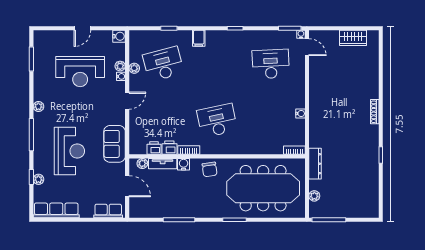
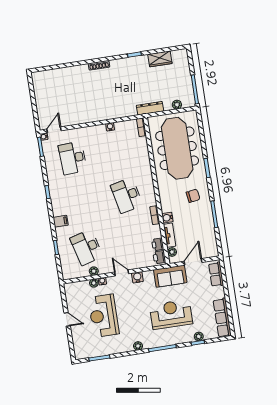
water cooler: (119, 36) -> (137, 277), moved
wardrobe: (353, 38) -> (160, 59), moved, turned 90
reception desk: (80, 72) -> (104, 316), turned 180
sofa: (114, 144) -> (170, 276), moved
printer: (169, 148) -> (159, 257), moved
chair: (210, 169) -> (193, 196), moved

